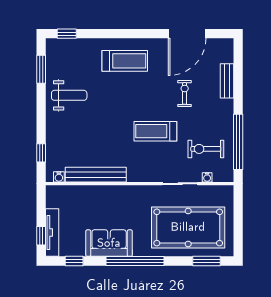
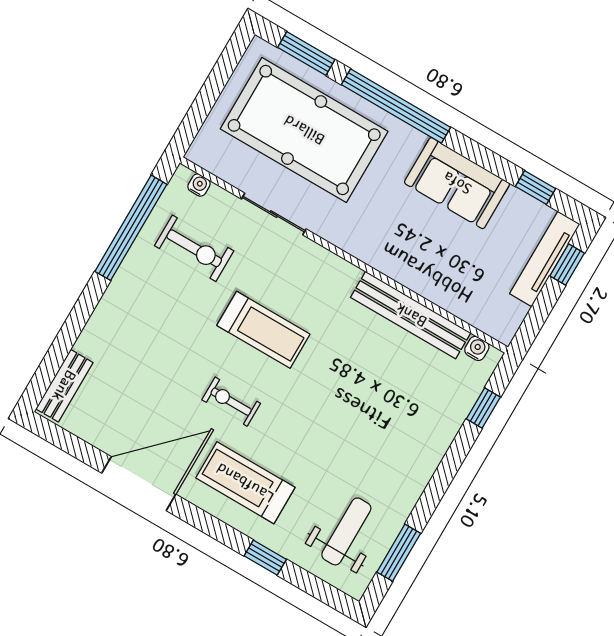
window: (67, 34) -> (265, 558), moved
door: (187, 34) -> (139, 484), moved
bench: (227, 81) -> (64, 386), moved
exercise bike: (185, 93) -> (231, 402), moved, turned 90
weight bench: (69, 95) -> (346, 531), moved, turned 90
water cooler: (207, 177) -> (199, 185), moved
window: (135, 261) -> (396, 106), moved

